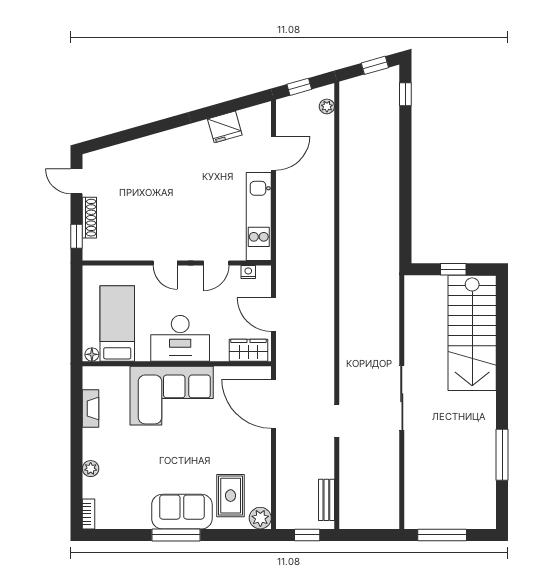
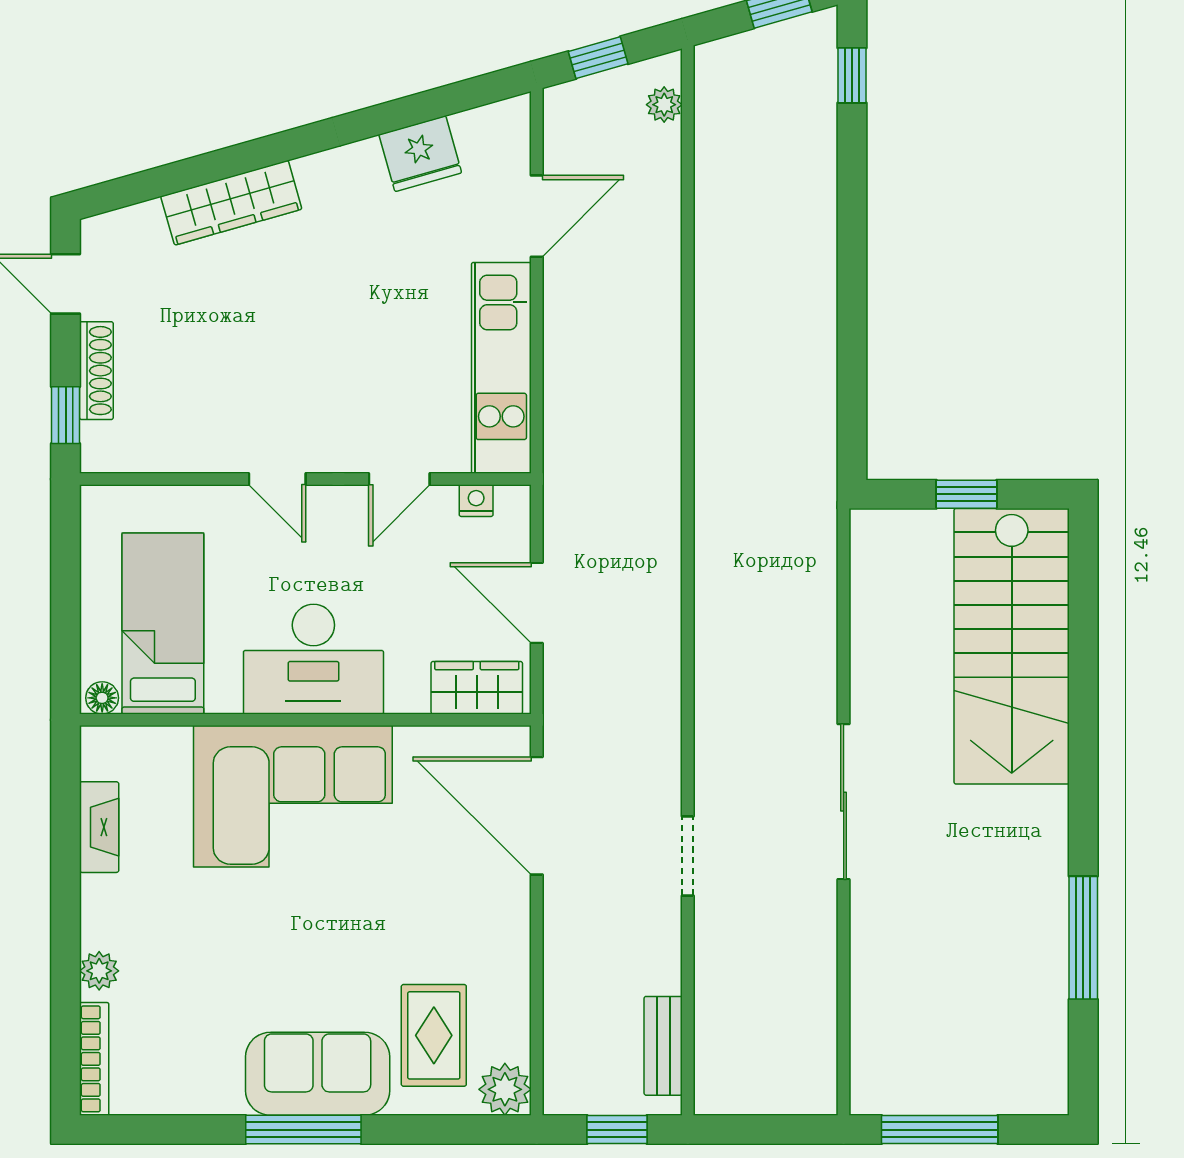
wardrobe: (146, 147) -> (231, 203), added
bookcase: (89, 514) -> (94, 1059), width x1.56

